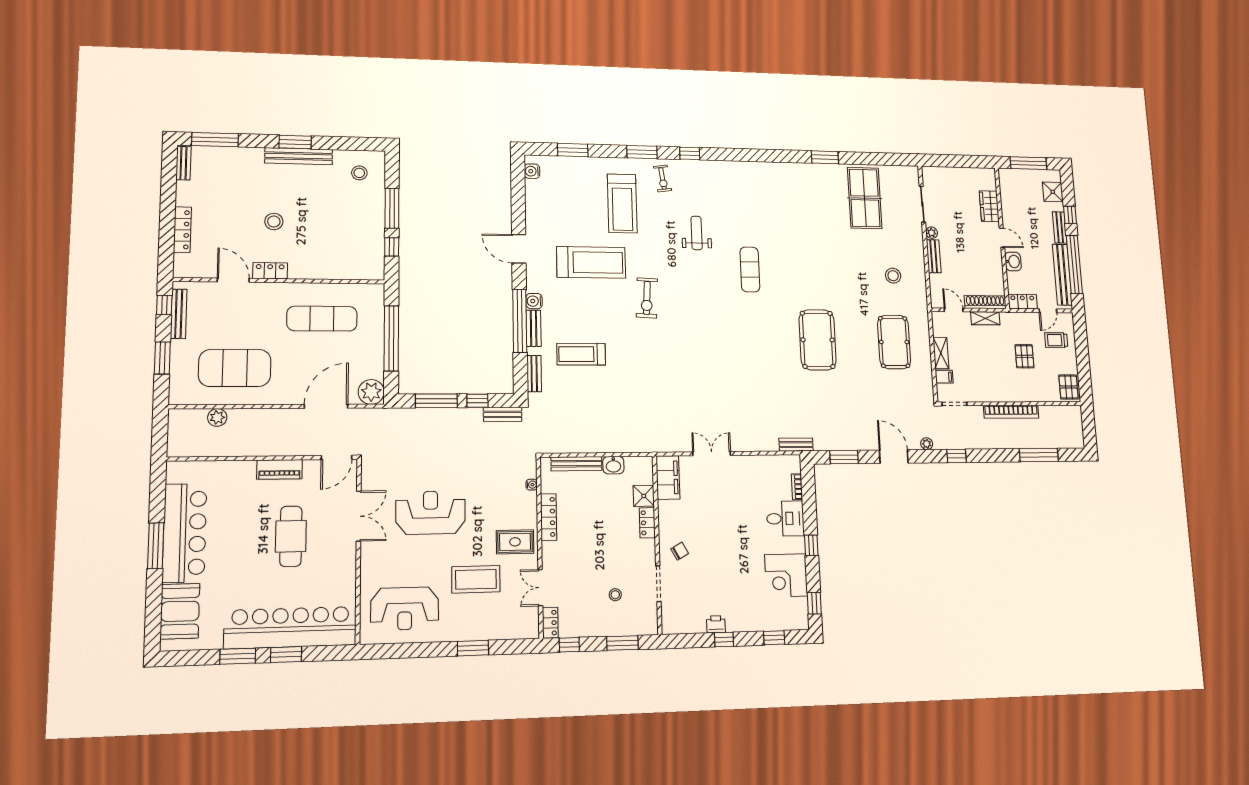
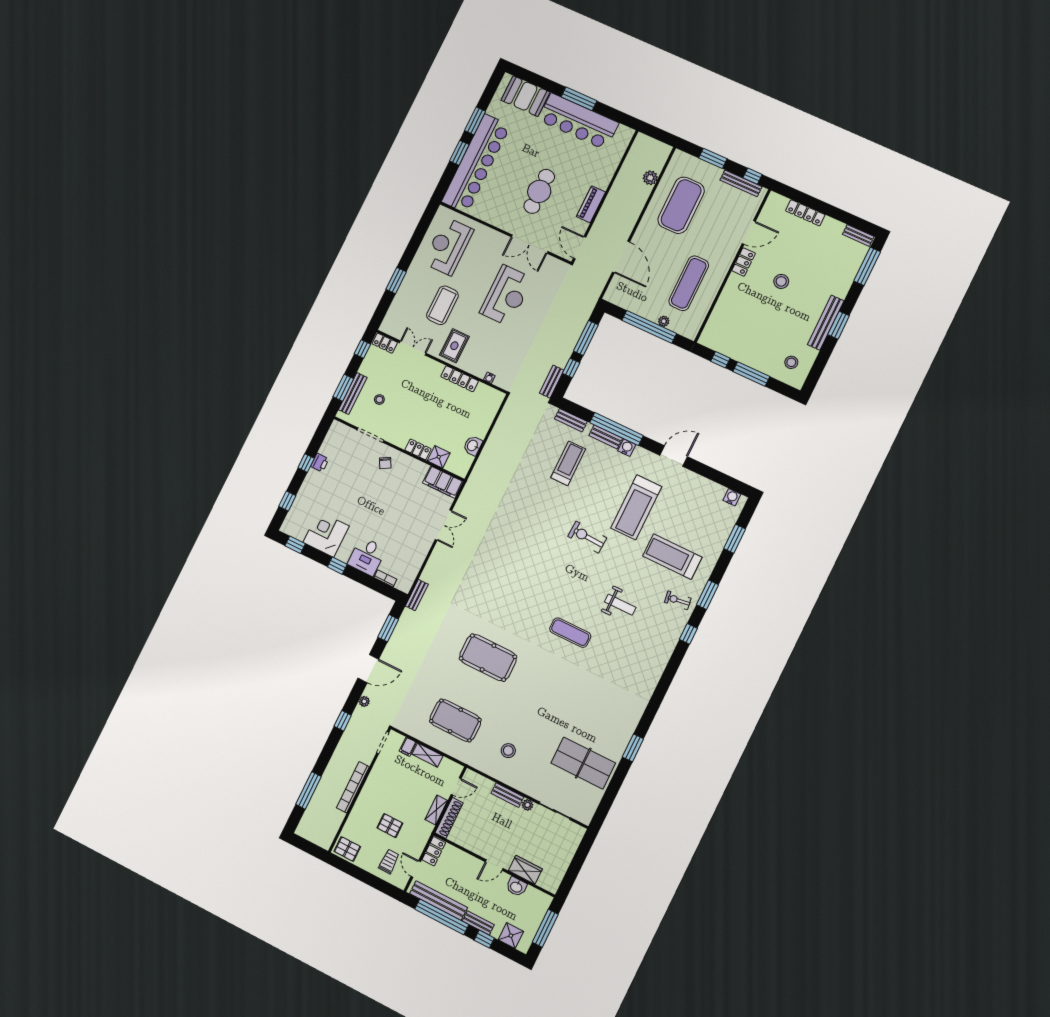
washbasin: (1013, 261) -> (516, 887), moved
plant: (371, 392) -> (664, 321), moved, width x0.53, depth x0.53
bench: (576, 464) -> (353, 394), moved
cafe table: (291, 536) -> (539, 191), turned 90

